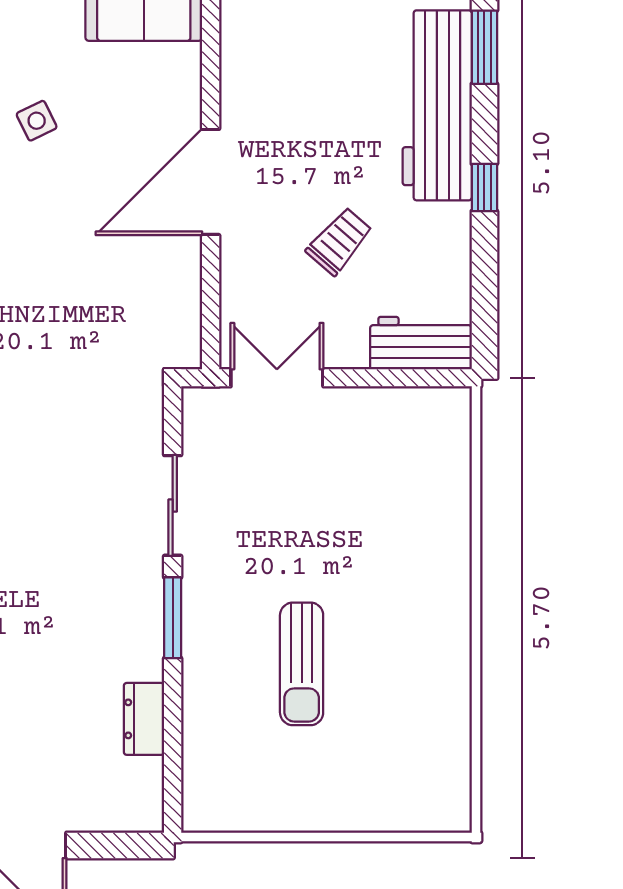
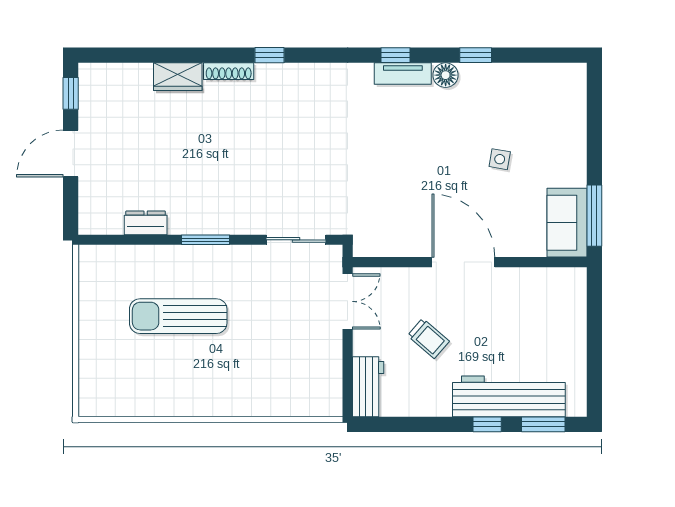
side table: (37, 121) -> (500, 159), turned 36
window: (484, 187) -> (487, 424), moved
sliding door: (173, 505) -> (296, 240), moved
sun lounger: (302, 664) -> (178, 316), width x1.36, depth x1.34

